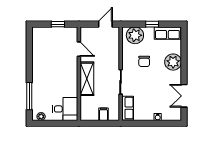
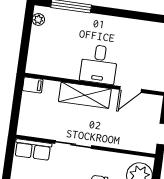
desk: (65, 109) -> (99, 64), moved
filing cabinet: (104, 114) -> (33, 85), moved

